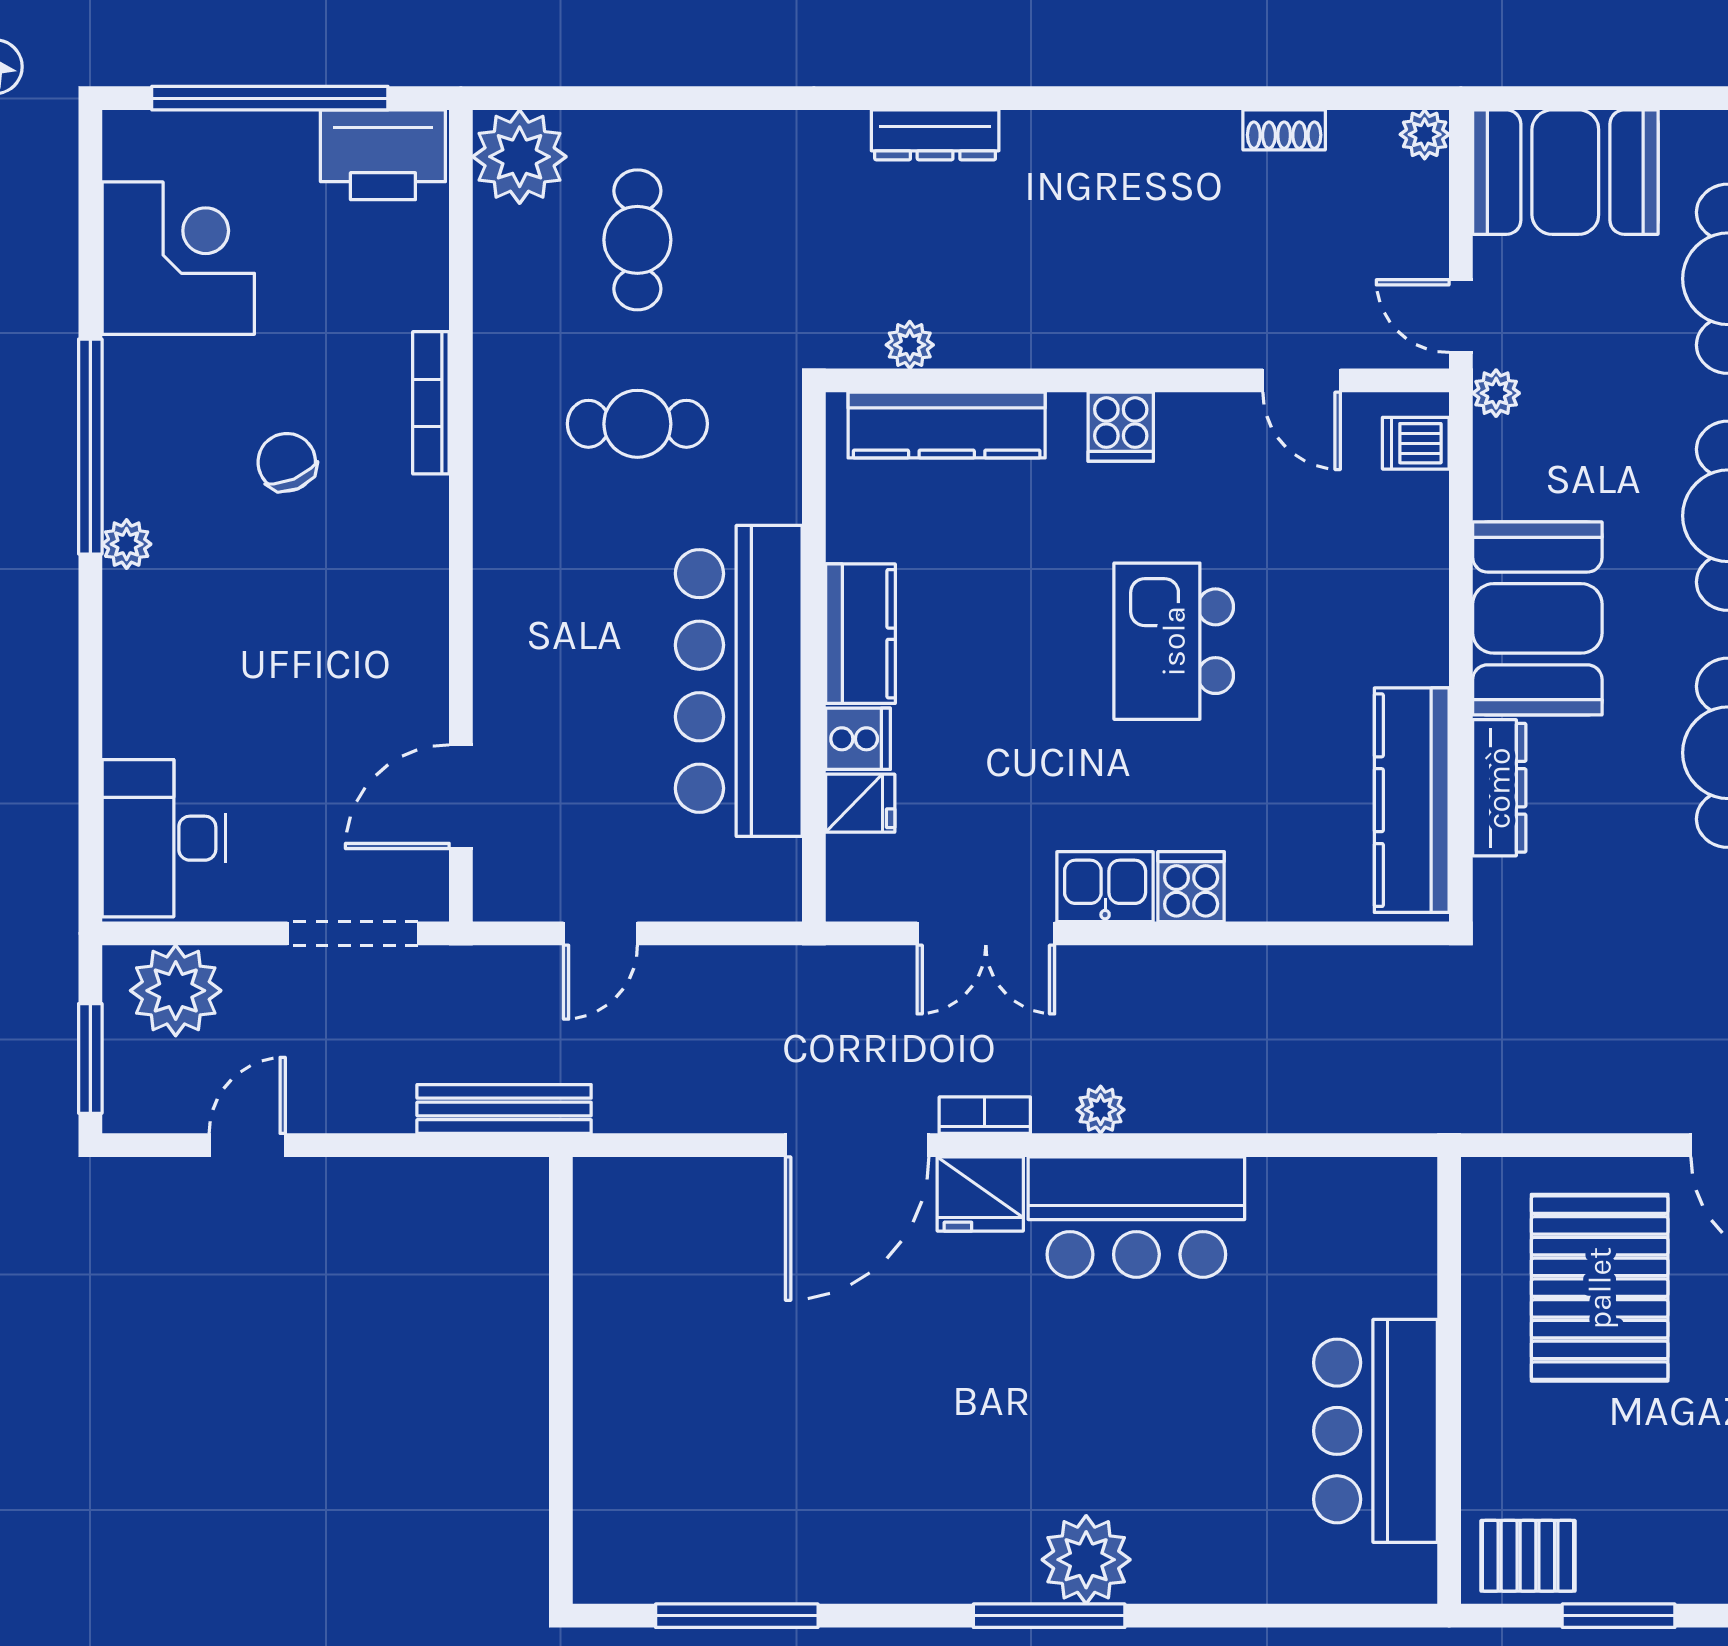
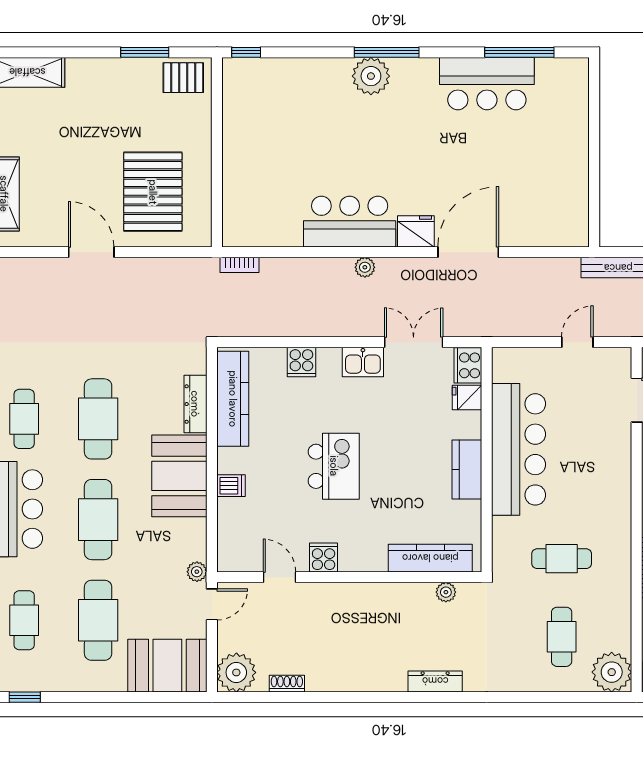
plant: (1425, 134) -> (236, 672), width x1.88, depth x1.88
door: (1461, 316) -> (212, 604), hinge flipped
cooker: (1121, 427) -> (324, 557), moved
dishwasher: (1416, 443) -> (231, 486), moved
cooker: (858, 739) -> (468, 365), moved, width x1.36
cooker: (1191, 887) -> (301, 362), moved
bookcase: (985, 1115) -> (239, 265), moved
bar counter: (1375, 1431) -> (487, 84), moved, turned 90
window: (1380, 1616) -> (246, 52), added

